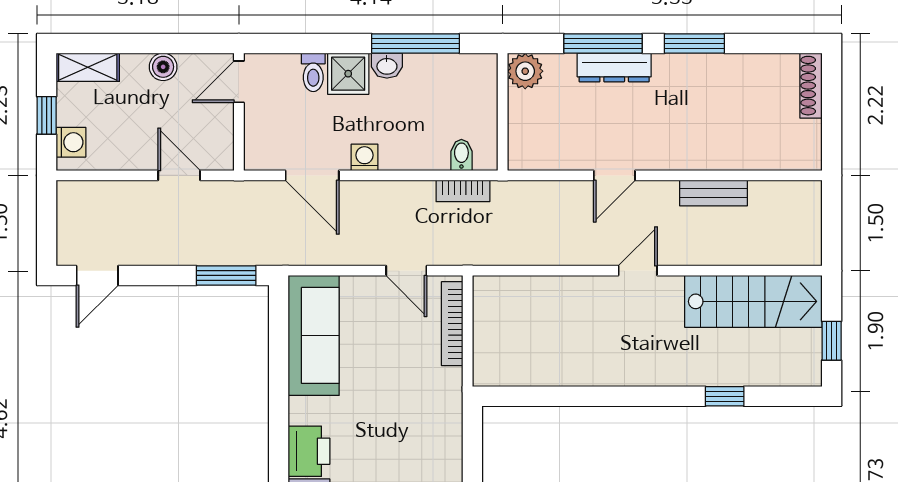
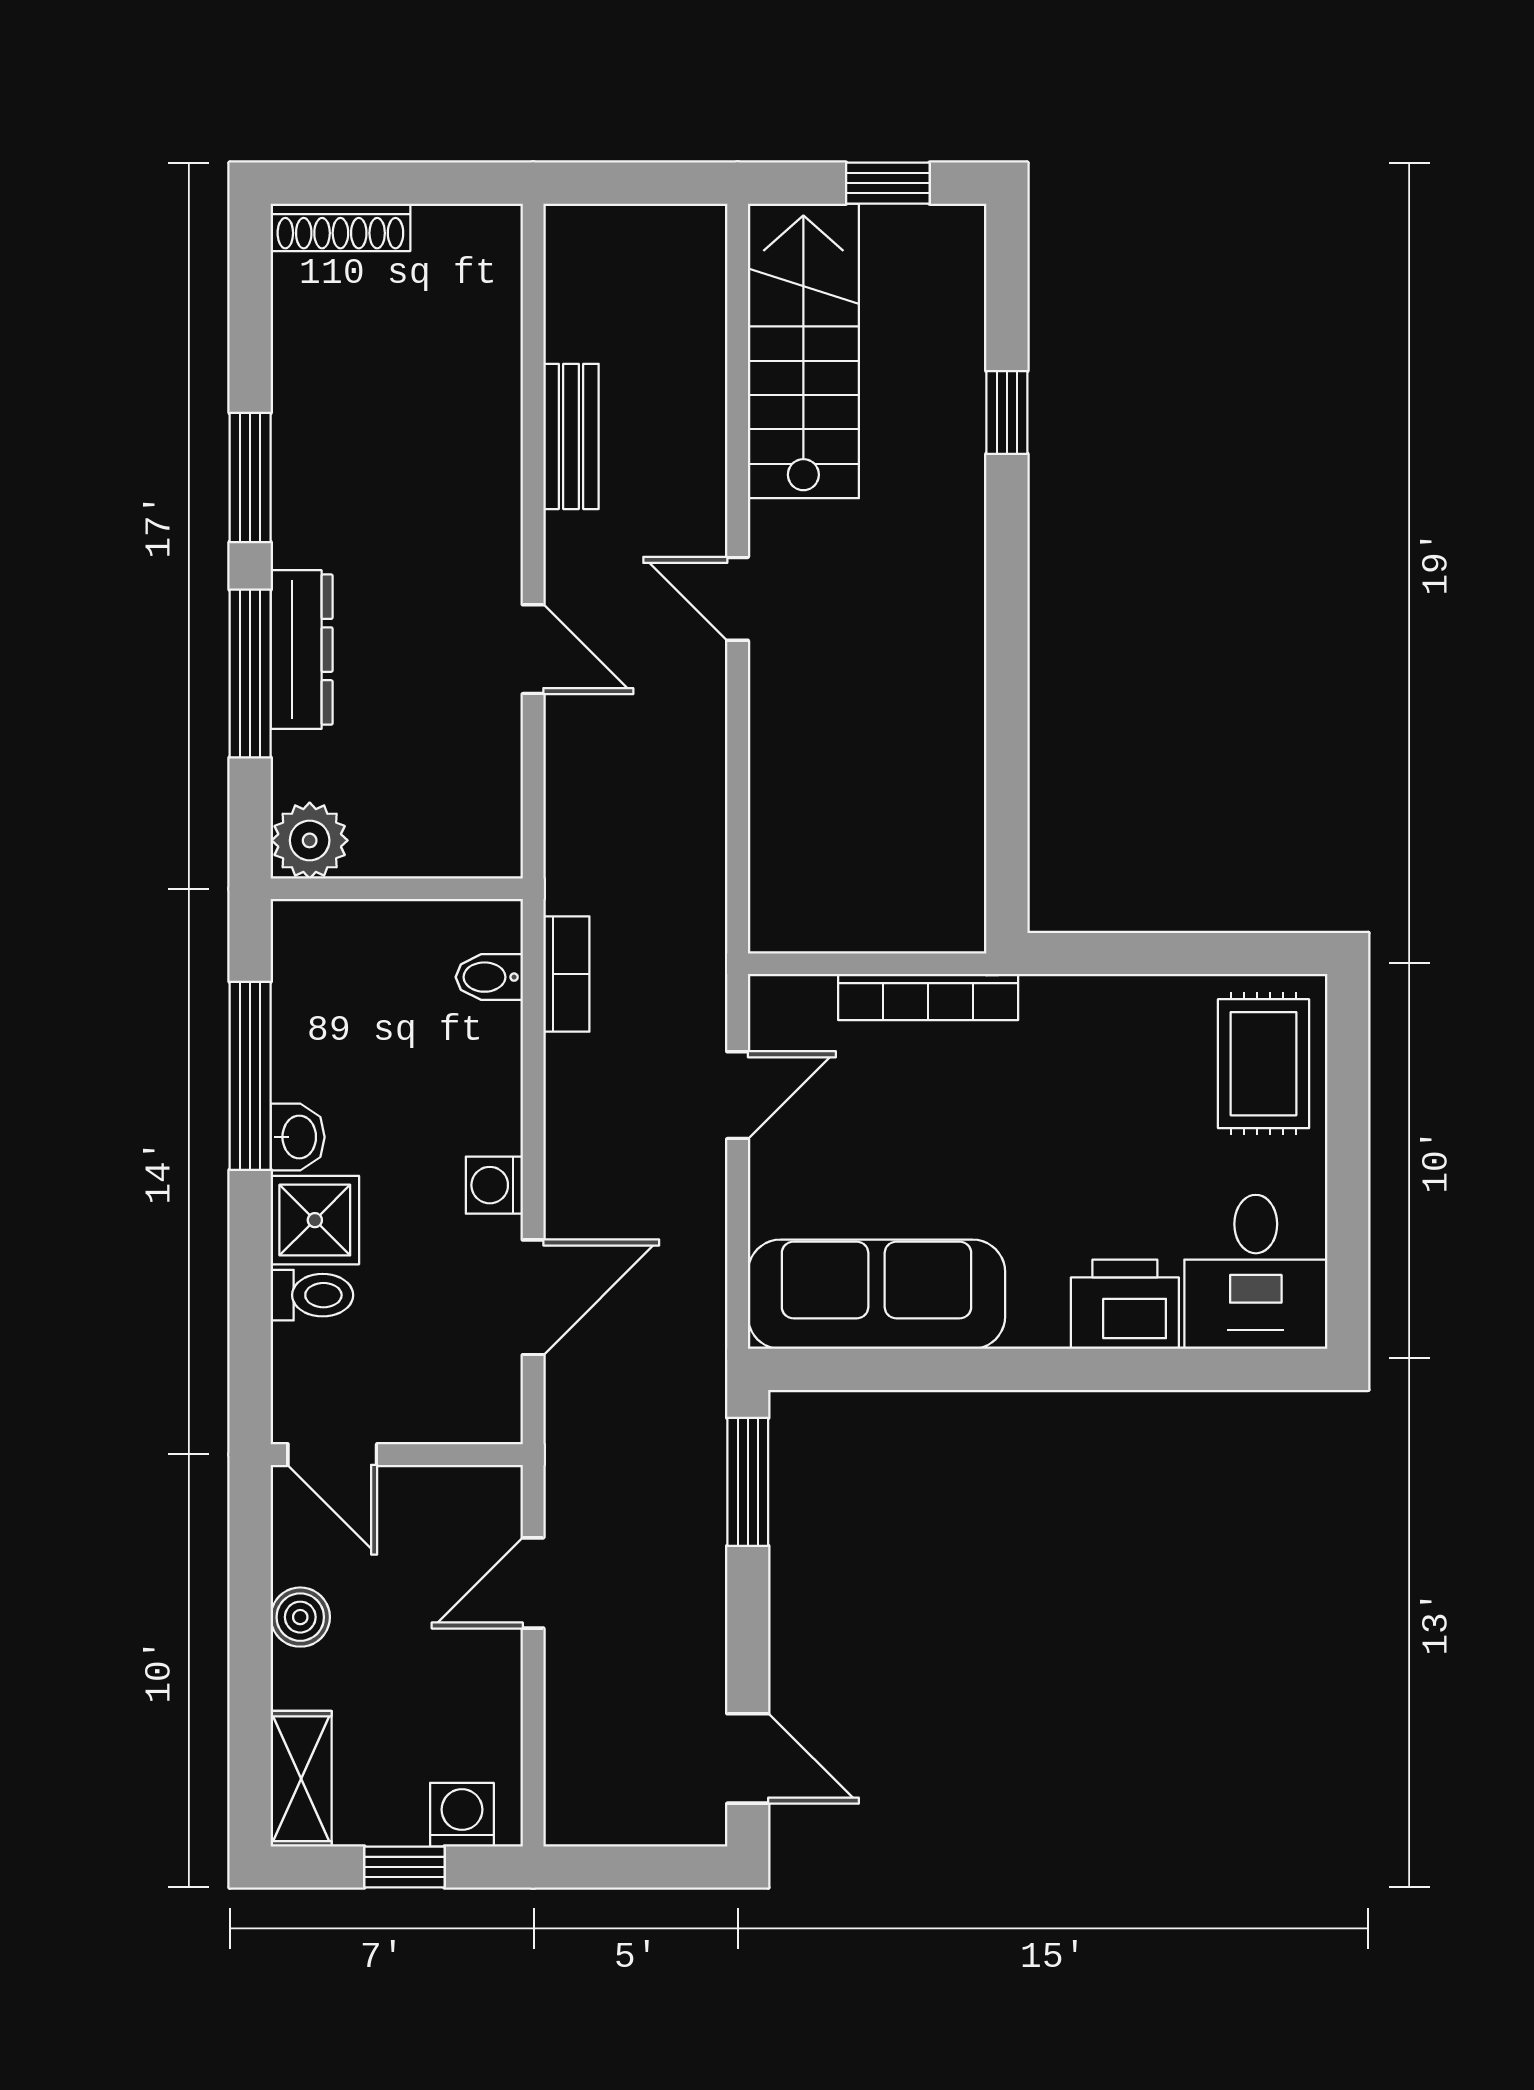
bookcase: (452, 324) -> (928, 997), moved

